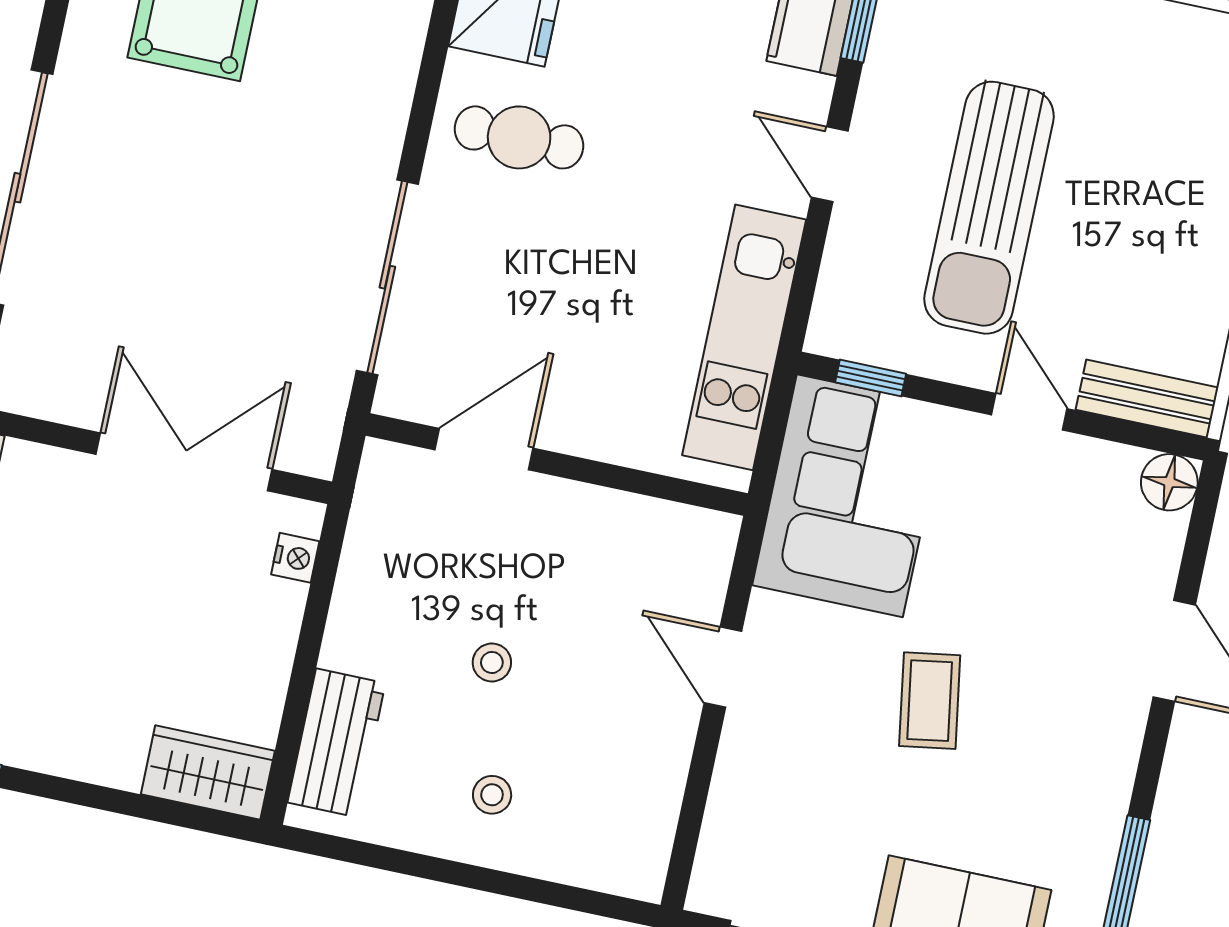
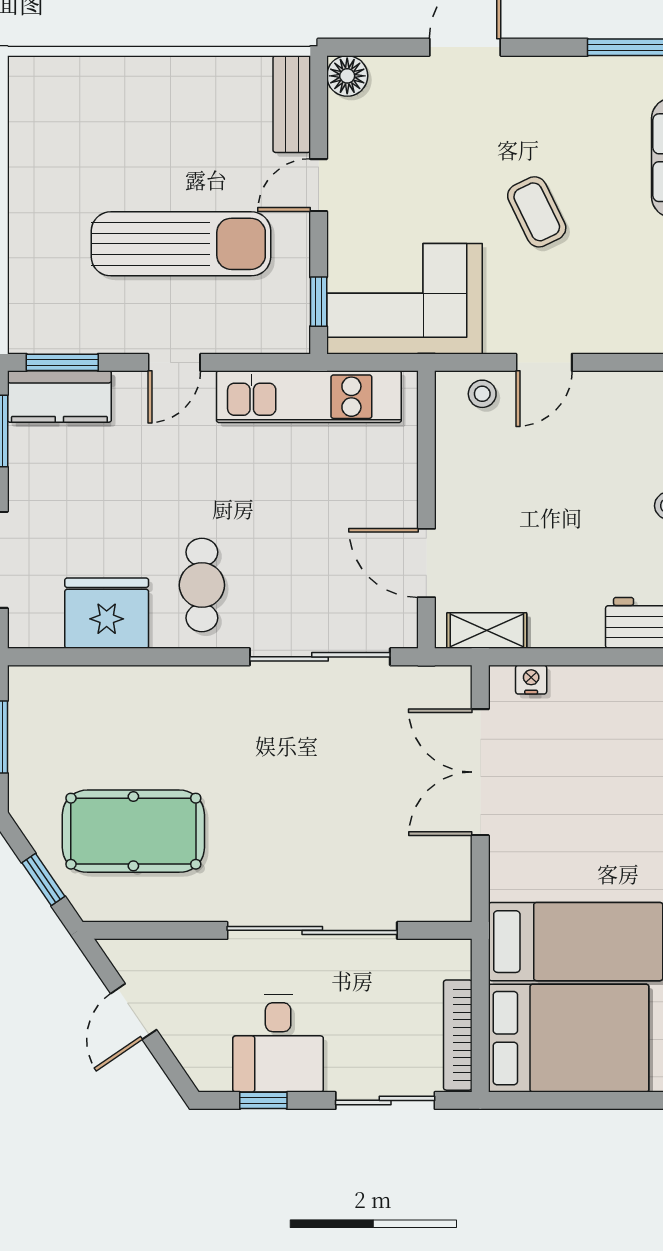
shelving: (375, 512) -> (487, 630), added
stool: (492, 662) -> (482, 394), moved
coffee table: (930, 701) -> (537, 212), turned 73

